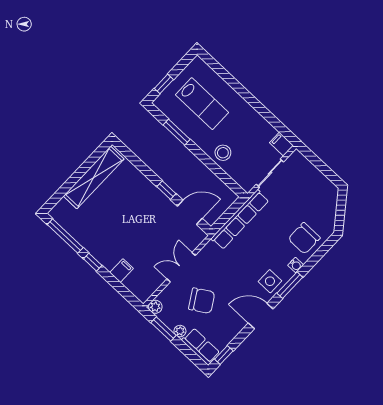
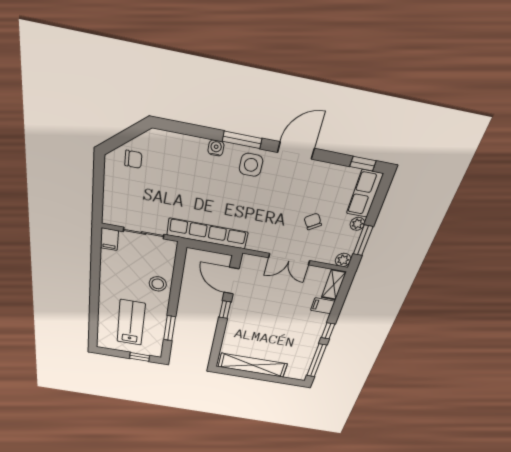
chair: (304, 238) -> (133, 159), moved, width x0.54, depth x0.54
shelving: (137, 289) -> (334, 285), added
chair: (202, 301) -> (313, 221), width x0.54, depth x0.54
door: (261, 316) -> (296, 150), swing flipped

